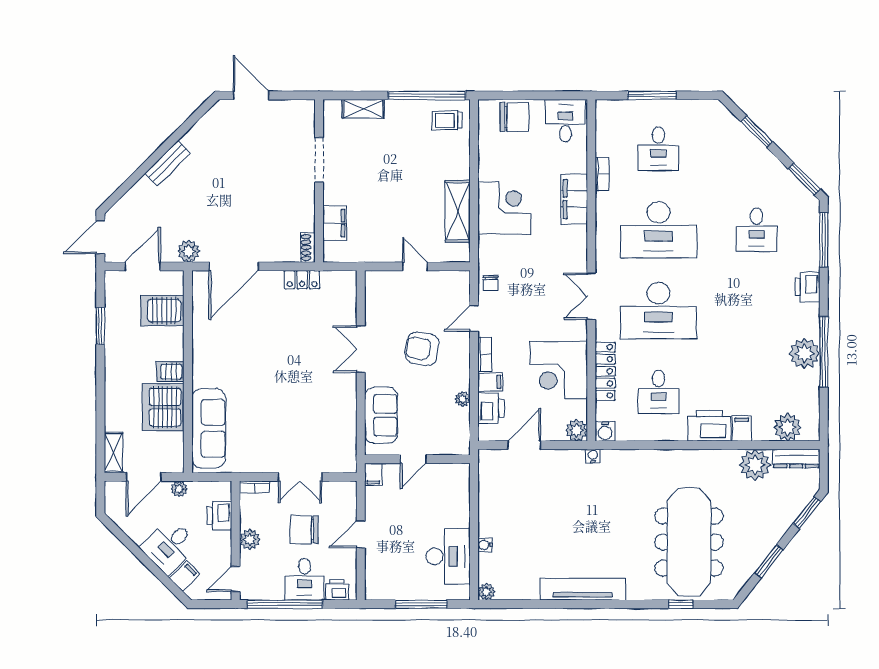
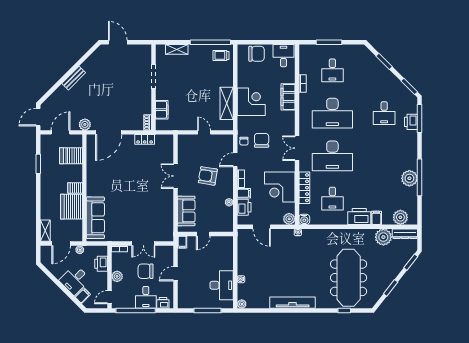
chair: (524, 281) -> (262, 140), added
printer: (808, 287) -> (411, 122), moved
door: (524, 445) -> (262, 227), swing flipped

